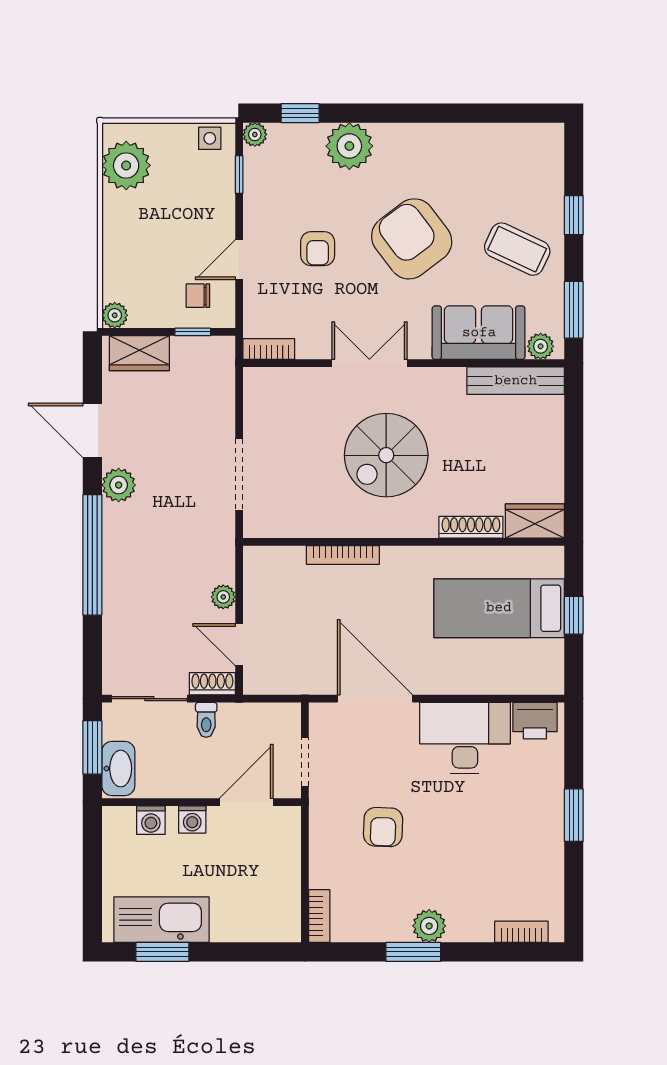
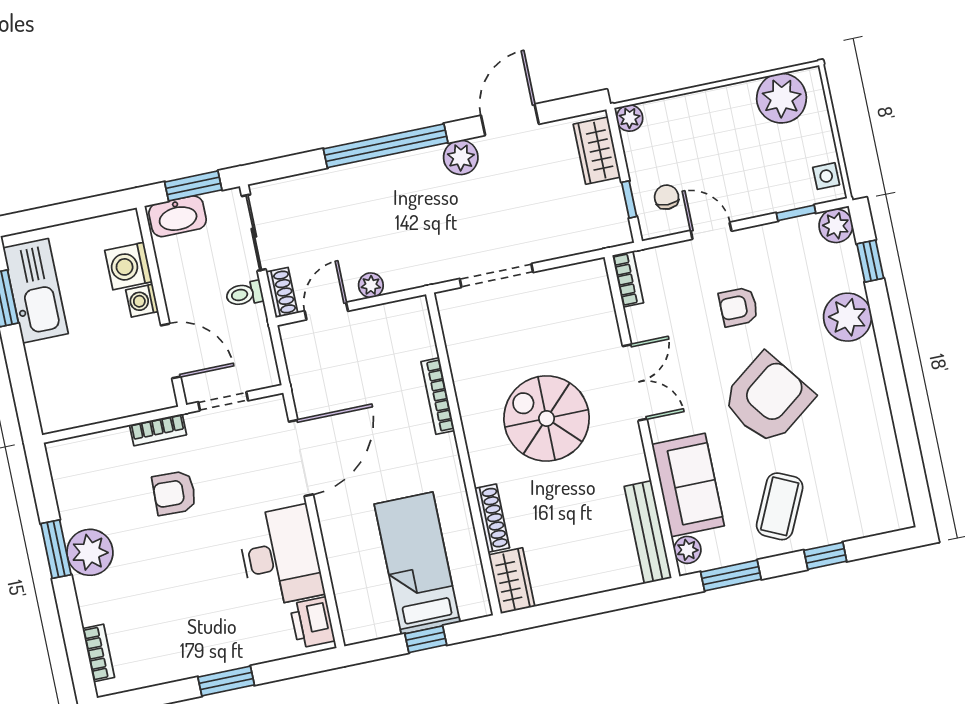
plant: (255, 134) -> (836, 226), width x1.38, depth x1.38
washing machine: (151, 820) -> (128, 266), width x1.38, depth x1.38
bookcase: (319, 916) -> (158, 430), moved
plant: (429, 926) -> (90, 552), width x1.36, depth x1.36

